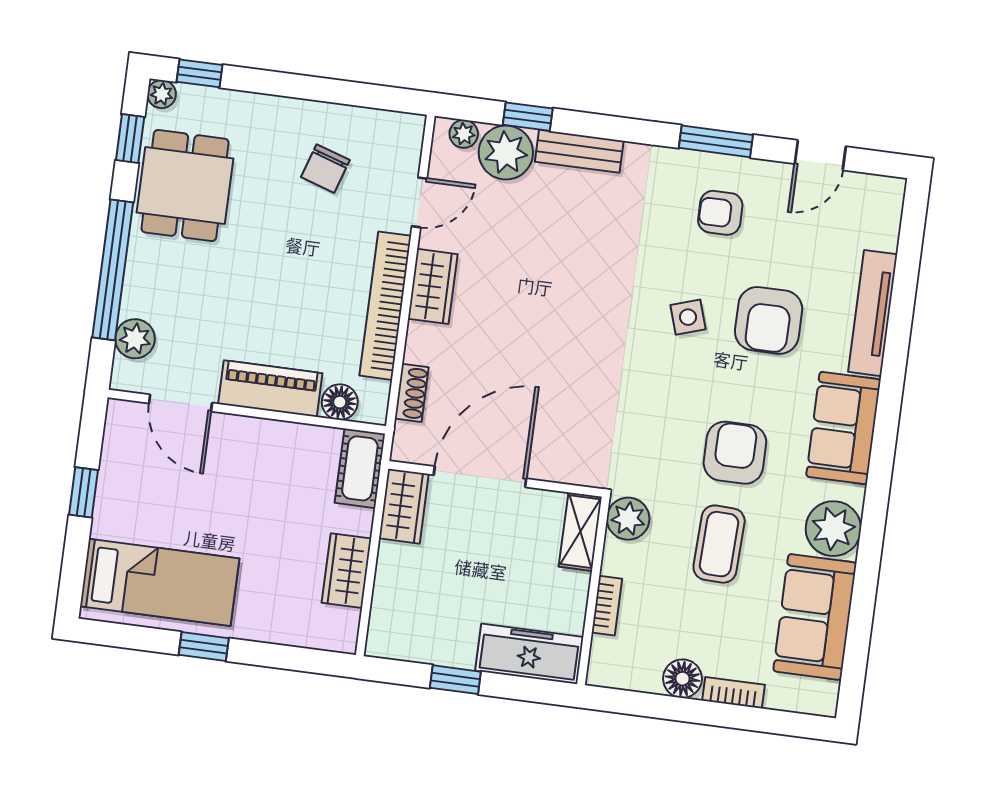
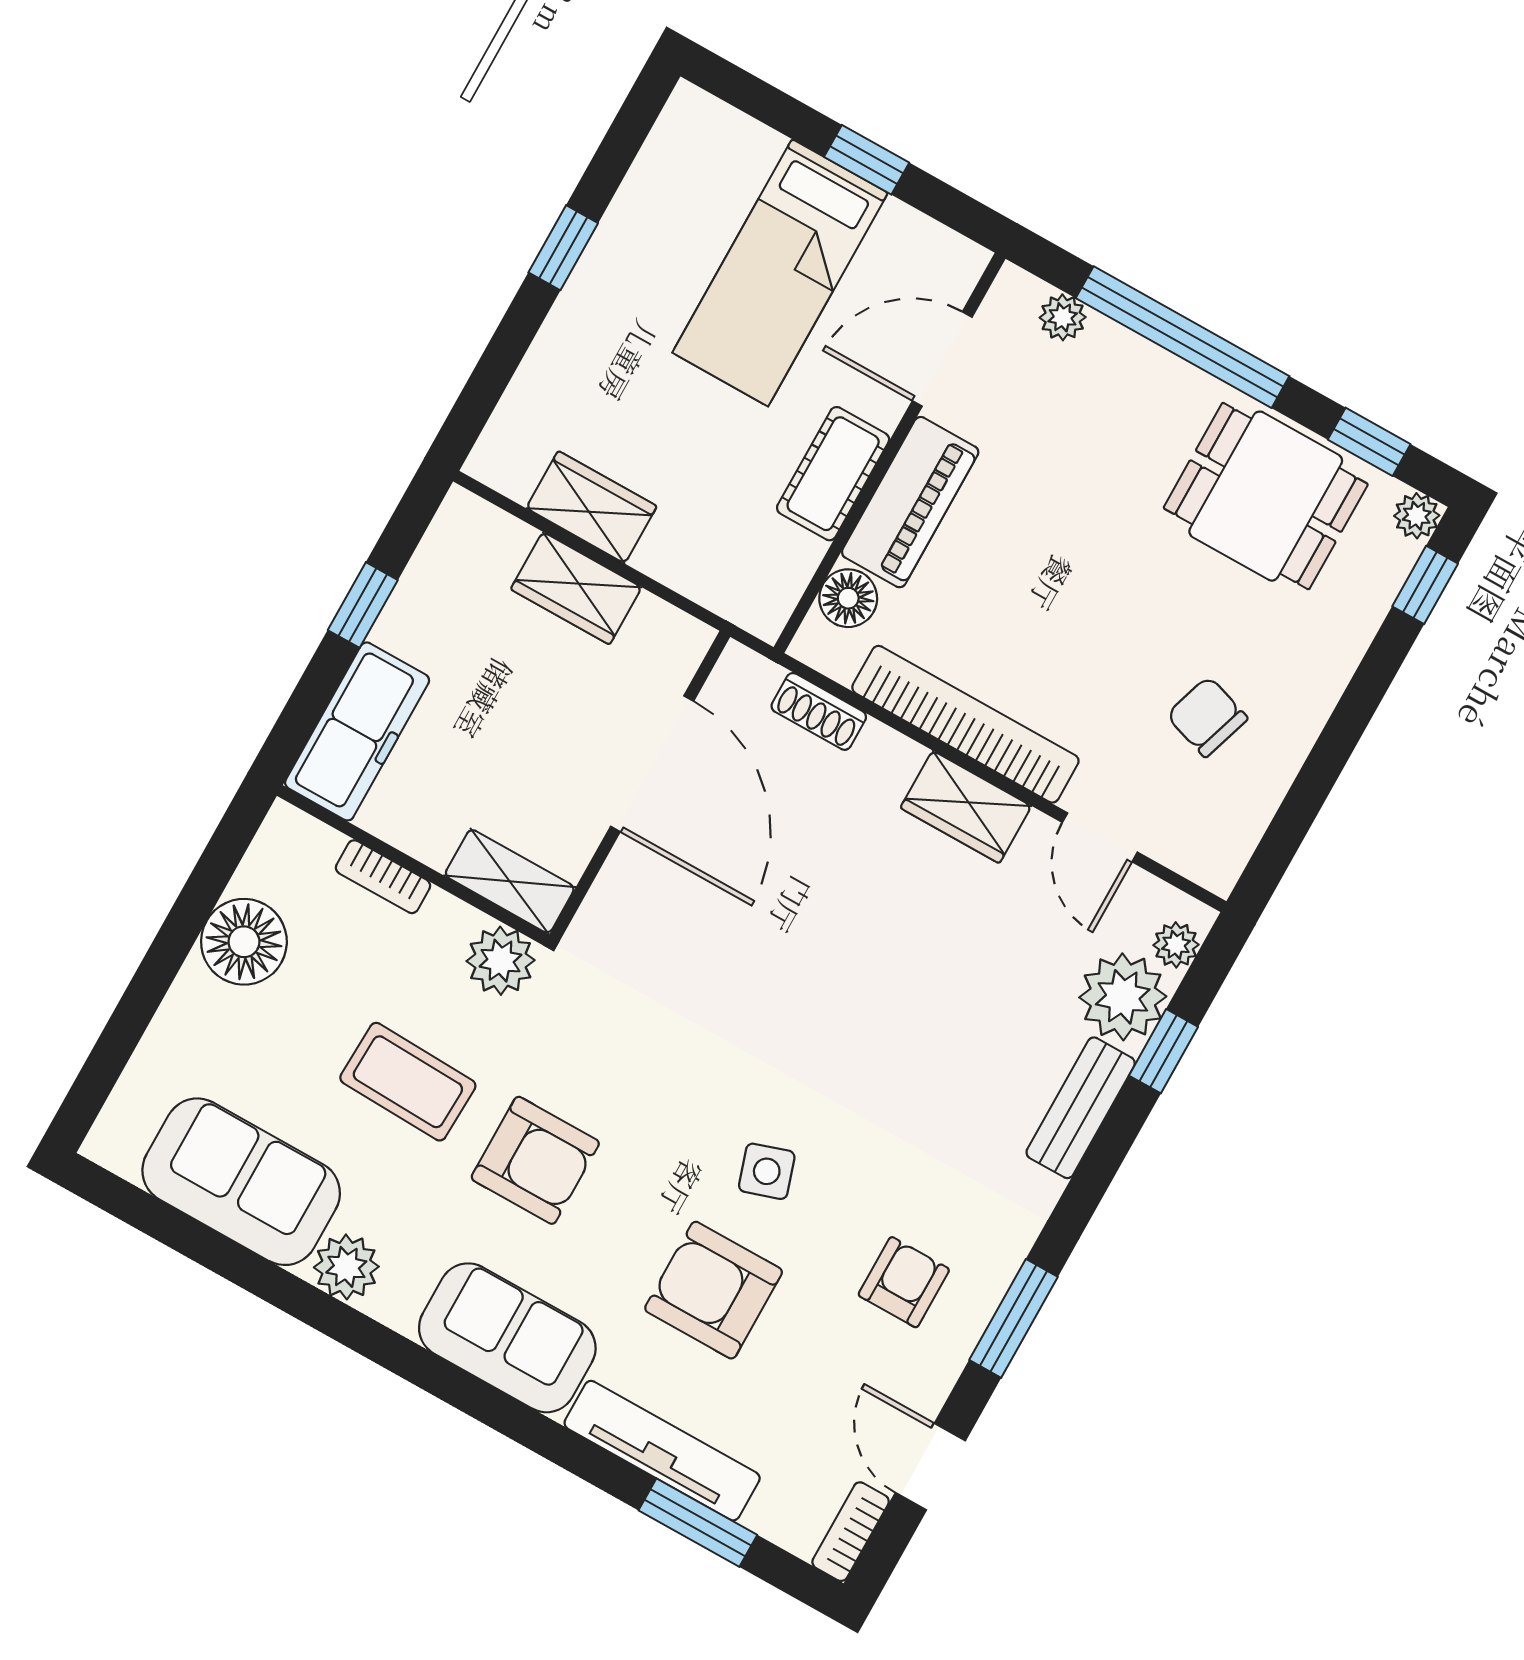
window: (906, 276) -> (698, 1523), added
plant: (135, 339) -> (1063, 317), width x0.73, depth x0.73
cot: (360, 468) -> (833, 474), moved, turned 90
wardrobe: (404, 506) -> (576, 588), moved
plant: (833, 529) -> (346, 1267), width x0.73, depth x0.73
bed: (160, 582) -> (780, 273), moved
floor lamp: (682, 679) -> (244, 942), width x1.38, depth x1.38
bookcase: (733, 693) -> (851, 1532), moved, turned 180

